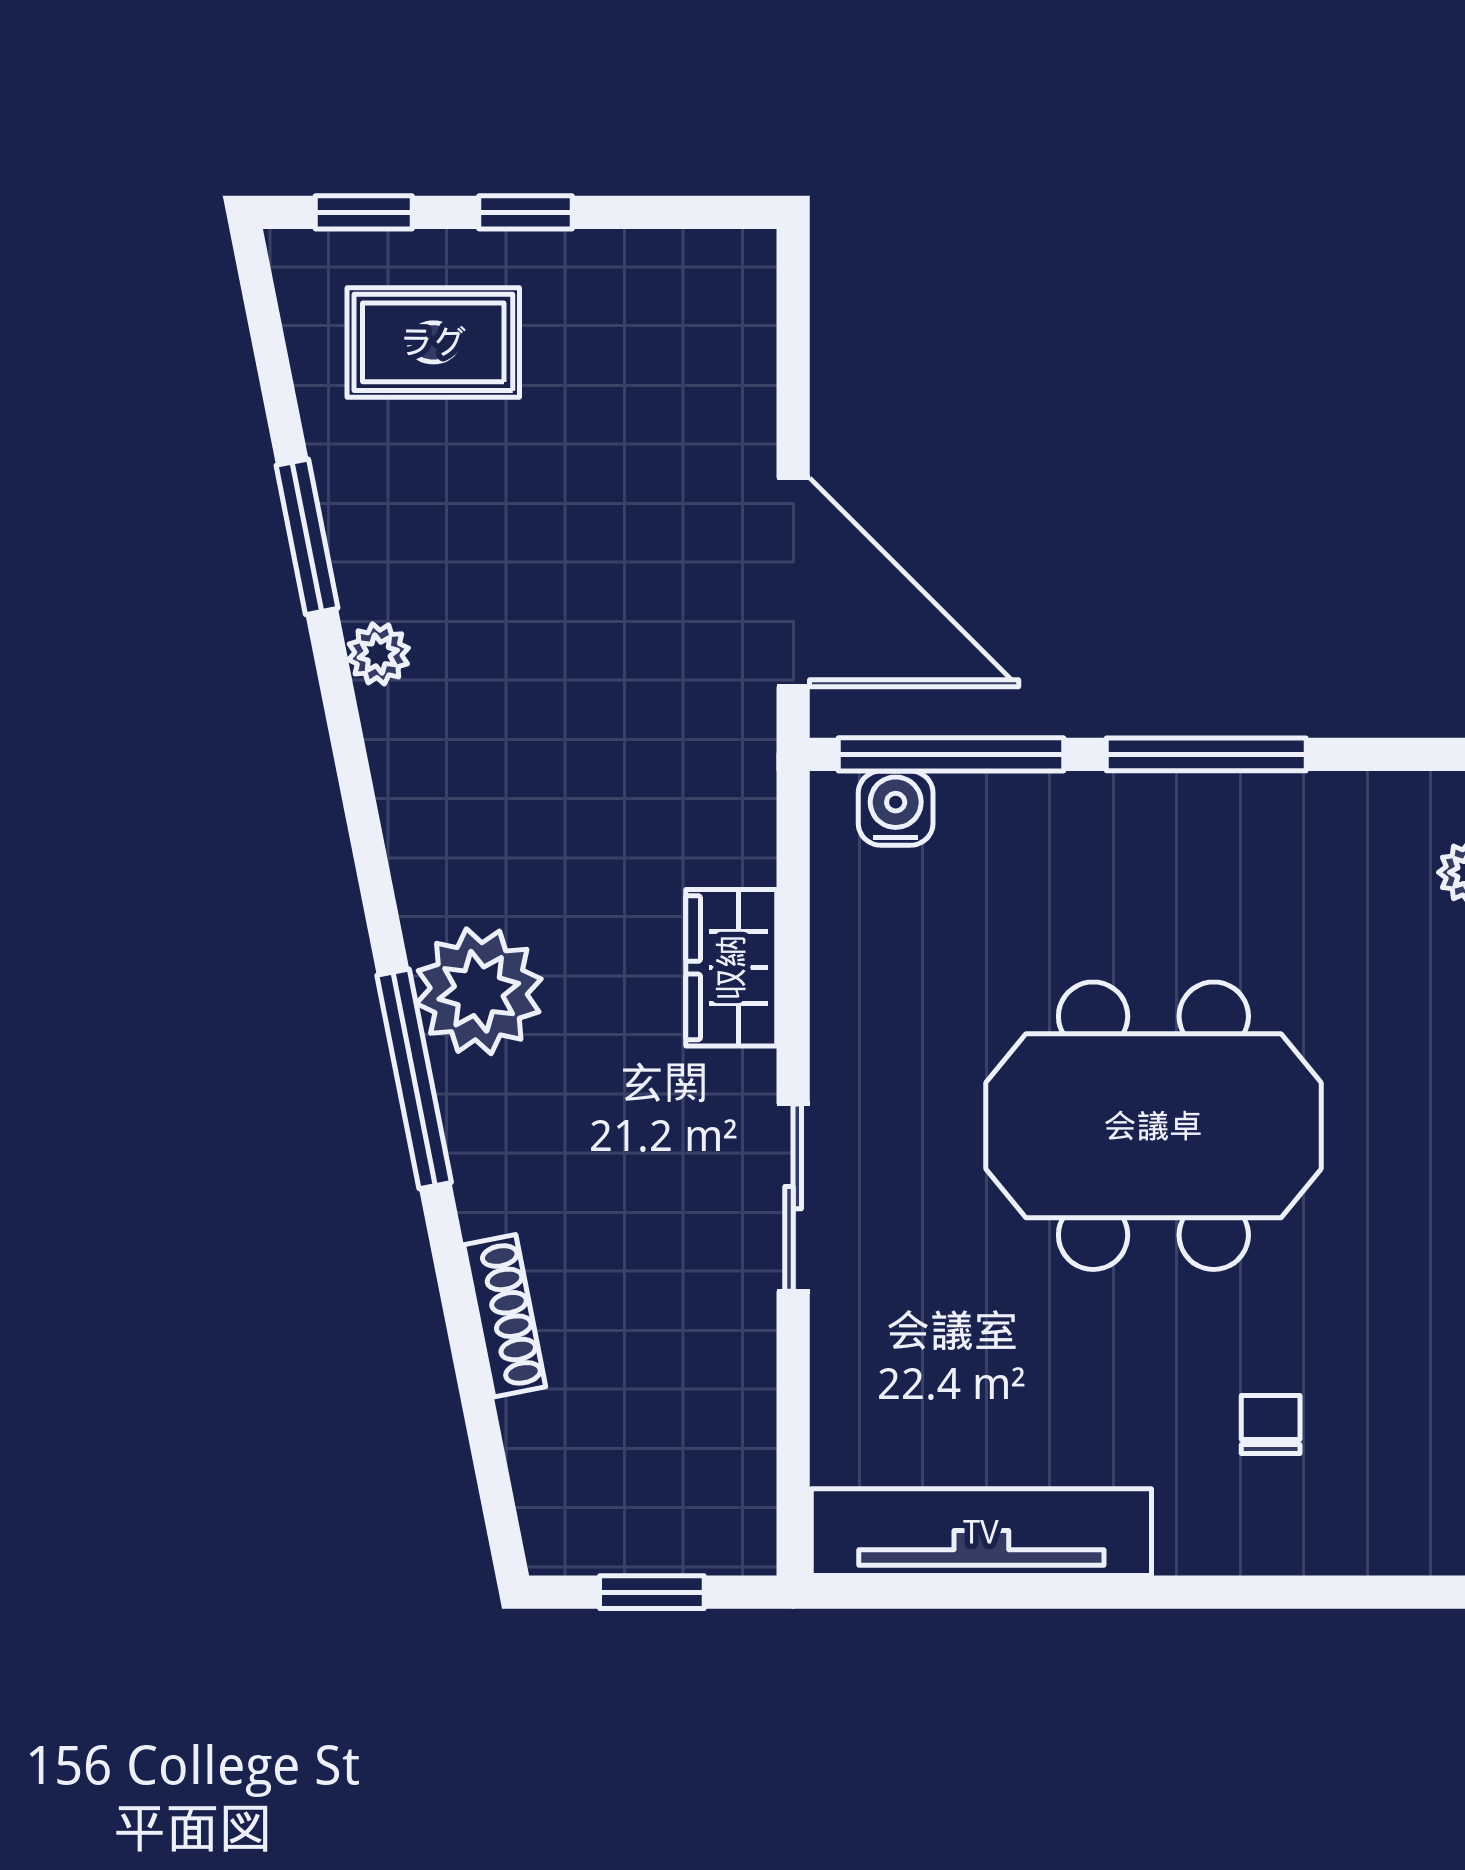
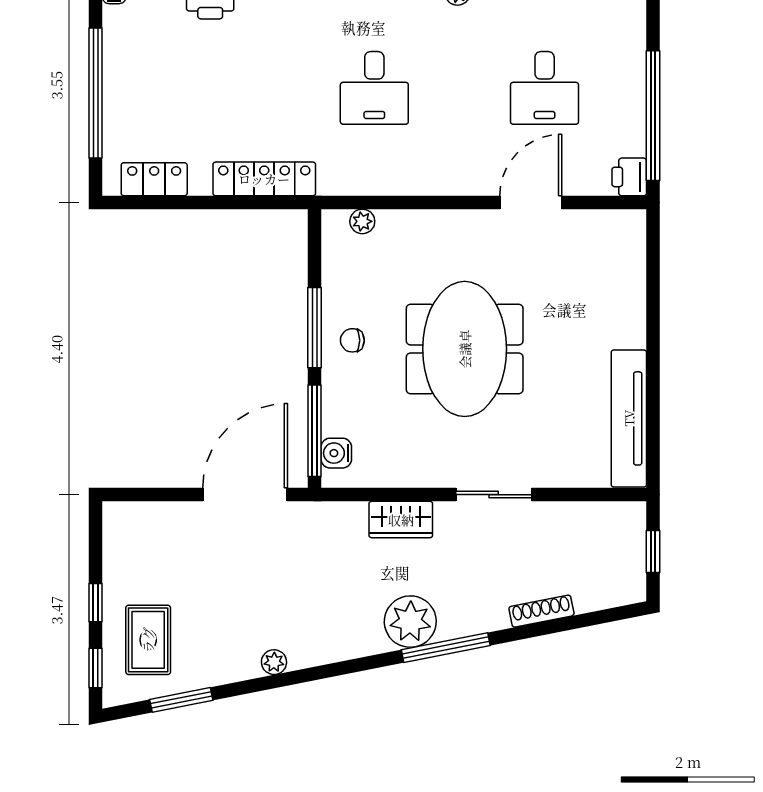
window: (307, 537) -> (181, 700), moved
chair: (1271, 1424) -> (352, 340), moved

